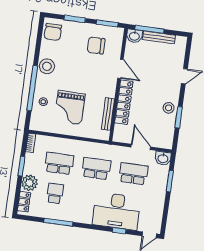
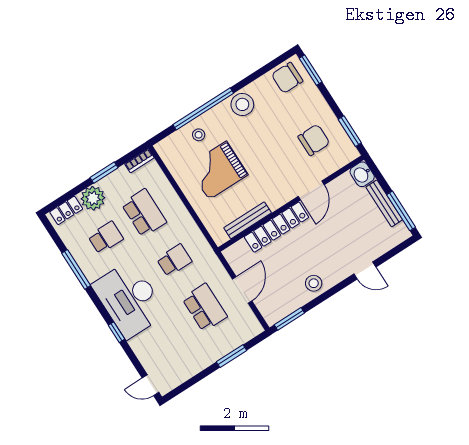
window: (75, 19) -> (311, 70), moved
window: (149, 29) -> (401, 211), moved
chair: (96, 45) -> (314, 140), turned 90
window: (179, 117) -> (289, 319), moved
washbasin: (163, 158) -> (251, 326), removed
school desk: (96, 169) -> (174, 260), width x0.54
desk: (117, 211) -> (129, 299), moved
window: (119, 231) -> (116, 332), moved

